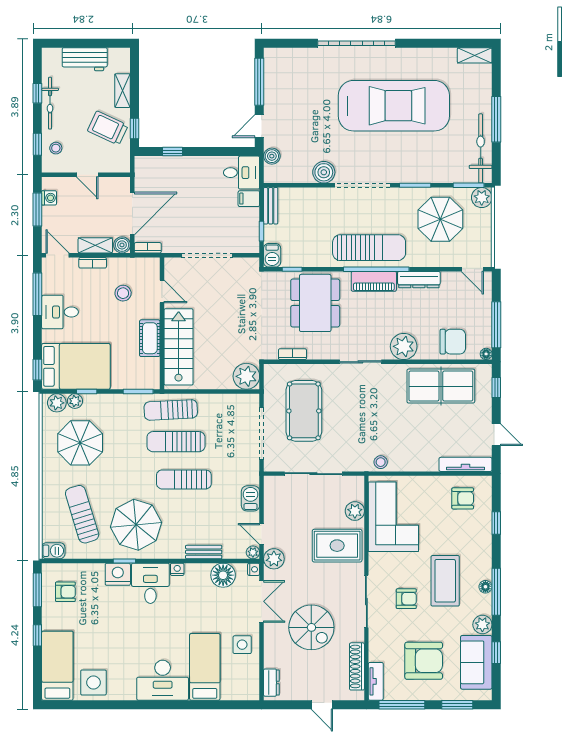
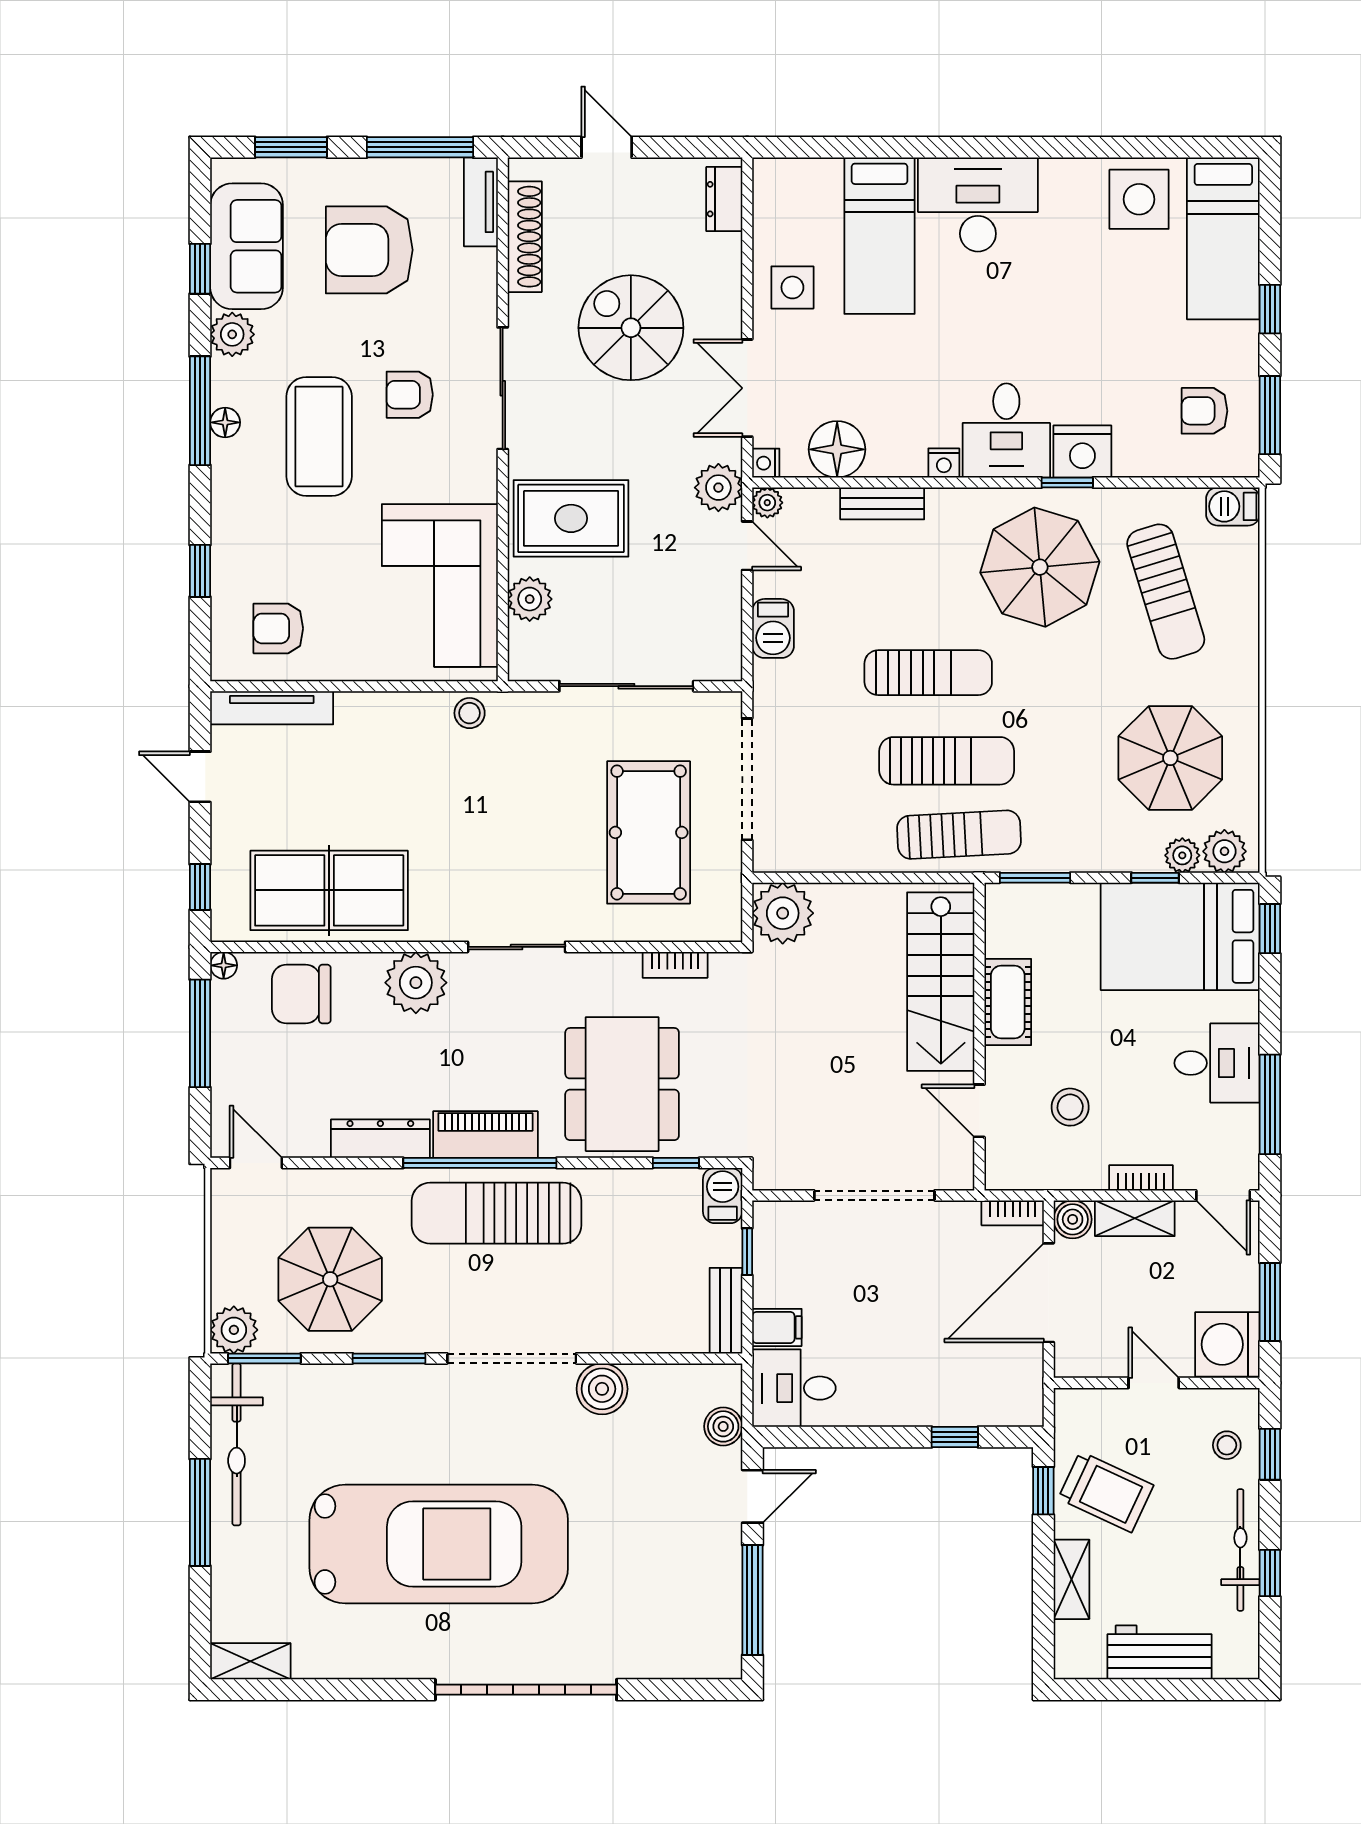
car: (394, 106) -> (439, 1544), turned 180
washing machine: (49, 198) -> (1227, 1344), width x1.89, depth x1.89

